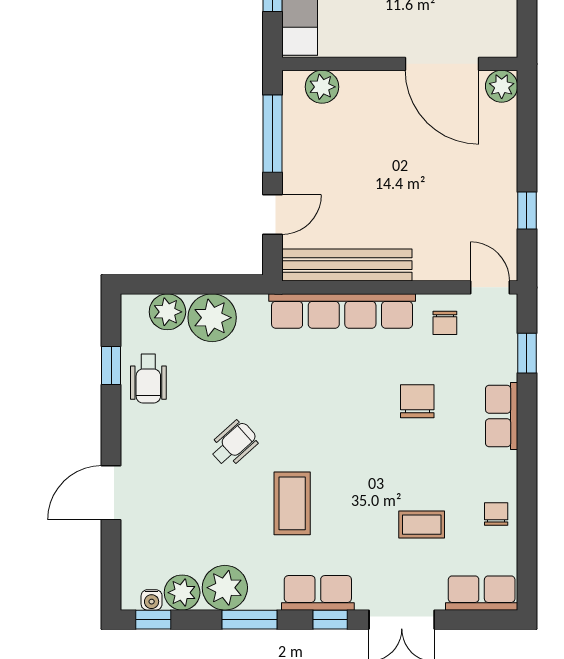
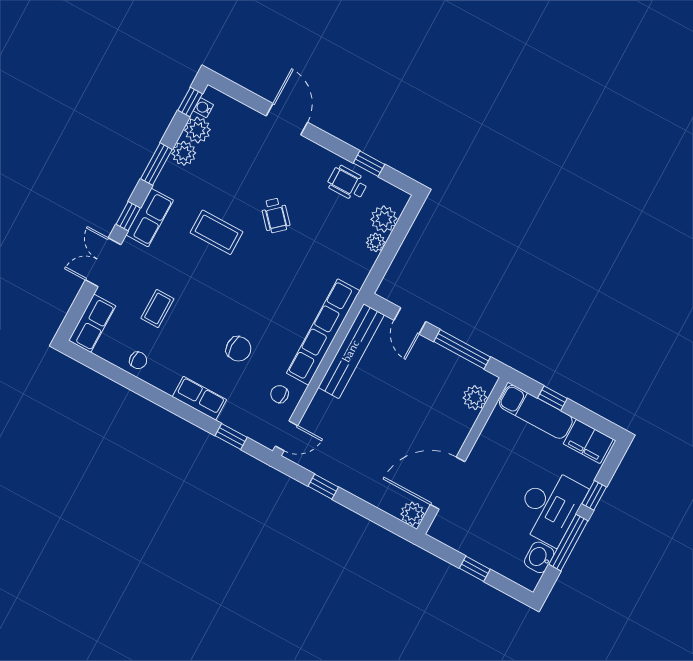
plant: (212, 318) -> (376, 242), width x0.53, depth x0.53
plant: (225, 588) -> (184, 153), width x0.73, depth x0.73

